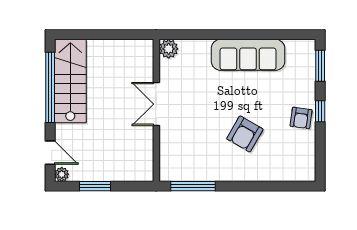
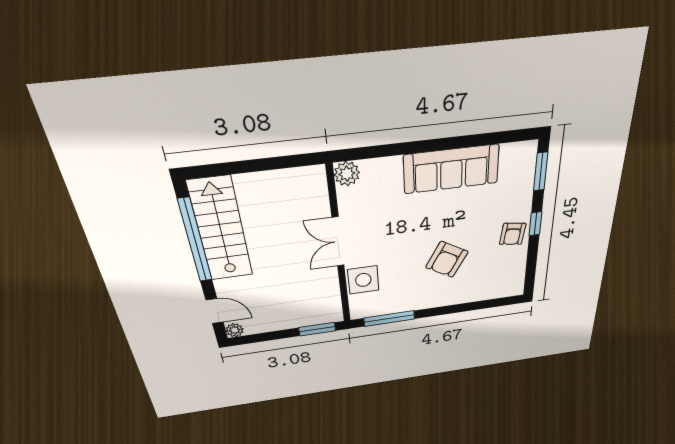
side table: (174, 143) -> (363, 280), added
window: (95, 186) -> (317, 329), moved

